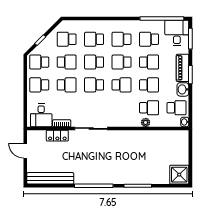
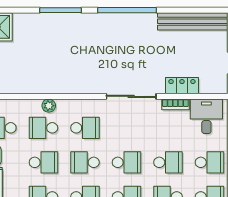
school desk: (67, 85) -> (168, 162), turned 180
school desk: (149, 85) -> (43, 162), turned 180
school desk: (122, 108) -> (85, 128), added

